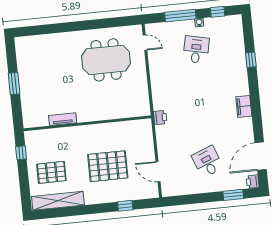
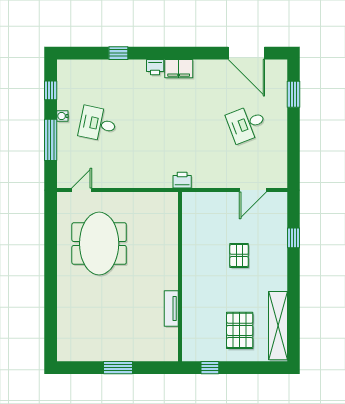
pallet: (108, 166) -> (239, 255), width x0.49, depth x0.50
printer: (253, 182) -> (155, 67), moved

